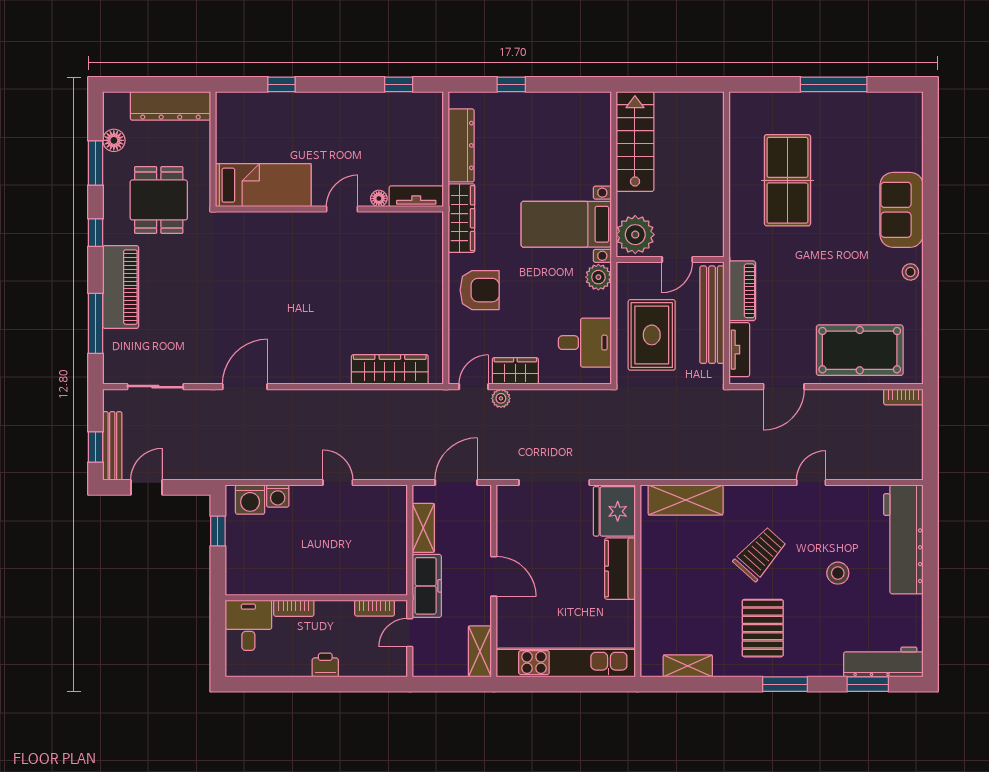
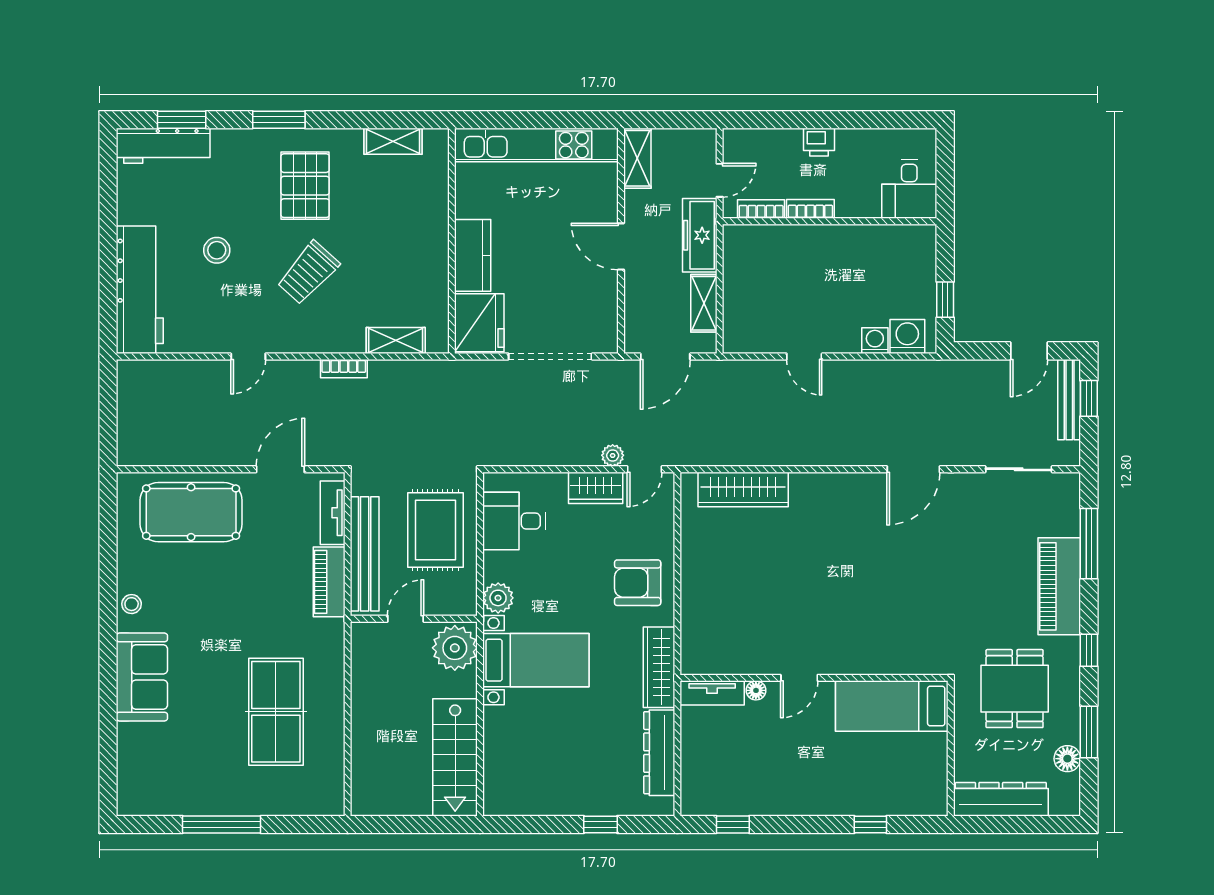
bookcase: (903, 397) -> (344, 369), moved, turned 180
shelving: (686, 500) -> (396, 341), width x0.67, depth x0.75
bookcase: (294, 608) -> (810, 209), moved

